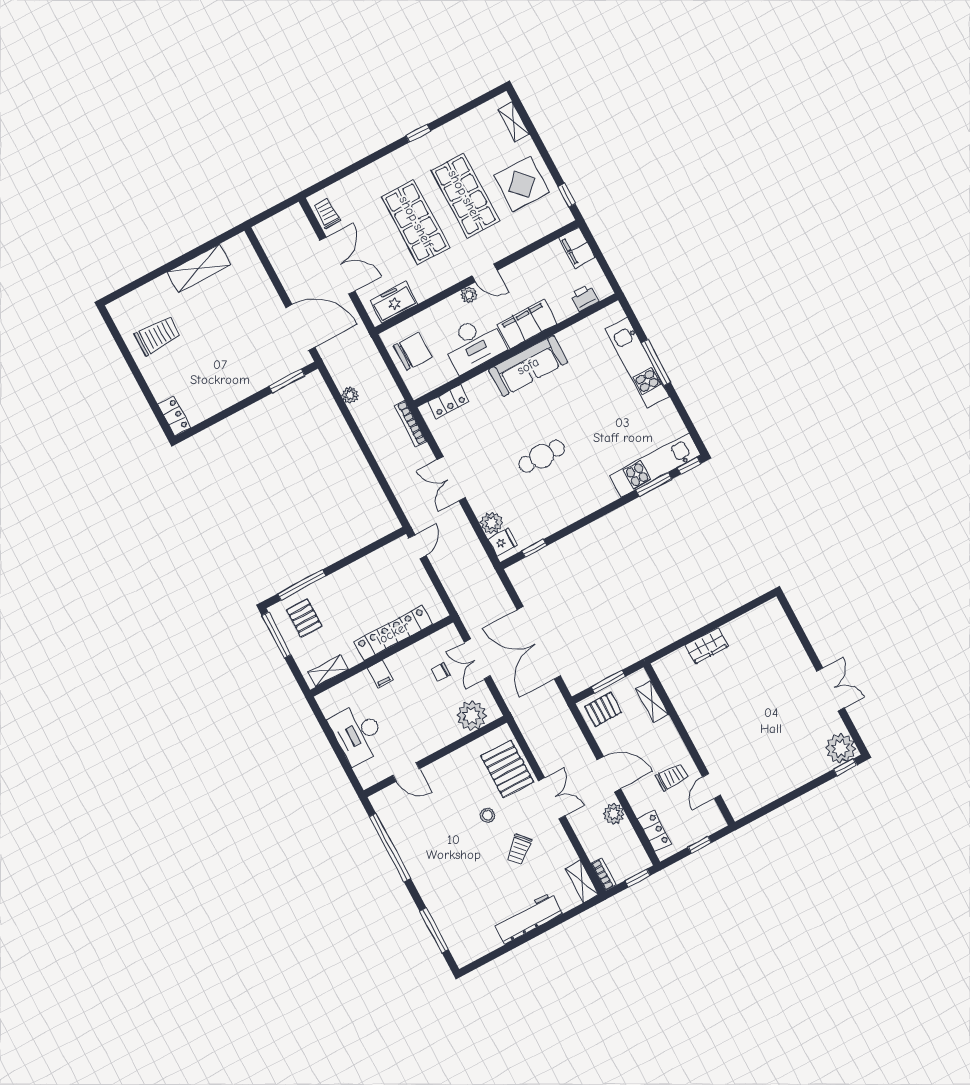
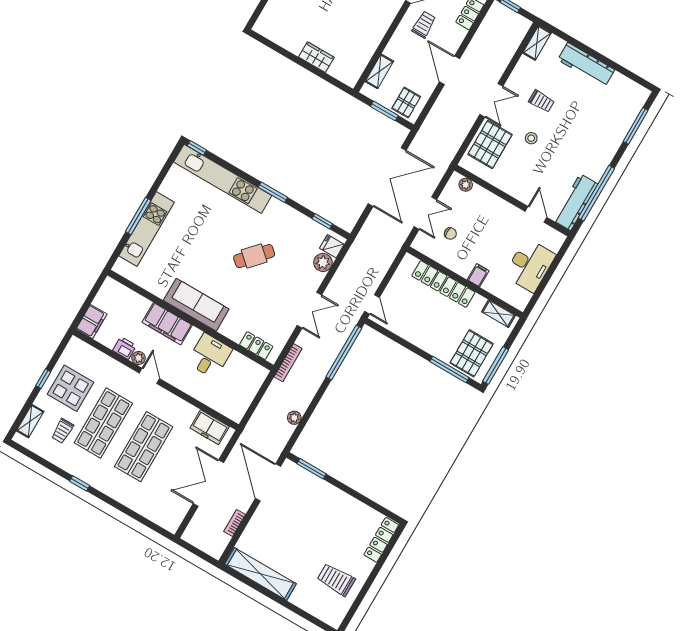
window: (567, 195) -> (43, 379), moved
trolley: (327, 213) -> (62, 431), moved
shelving: (199, 268) -> (260, 574), width x1.47
plant: (469, 295) -> (138, 358), moved
printer: (585, 298) -> (125, 348), moved, turned 180
desk: (474, 344) -> (210, 356), width x0.73
chair: (413, 351) -> (236, 393), removed
locker: (174, 416) -> (381, 540), width x1.53
cafe table: (542, 456) -> (254, 256), turned -48
kitchen unit: (655, 465) -> (223, 179), width x1.36
window: (654, 484) -> (273, 192), moved
window: (386, 487) -> (344, 353), added
door: (417, 547) -> (372, 304), swing flipped
pallet: (304, 618) -> (472, 353), width x1.50, depth x1.42
pallet: (603, 709) -> (406, 103), turned 90
plant: (472, 716) -> (466, 185), width x0.53, depth x0.53
trolley: (672, 777) -> (424, 25), turned 90
double door: (552, 798) -> (491, 100), swing flipped
plant: (614, 814) -> (475, 50), removed
workbench: (394, 820) -> (575, 202), added
trolley: (519, 849) -> (541, 101), turned 41
bookcase: (604, 874) -> (235, 523), moved

